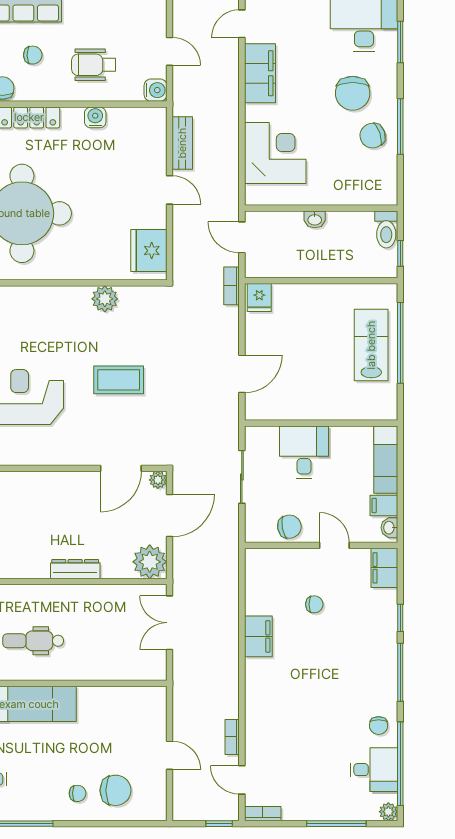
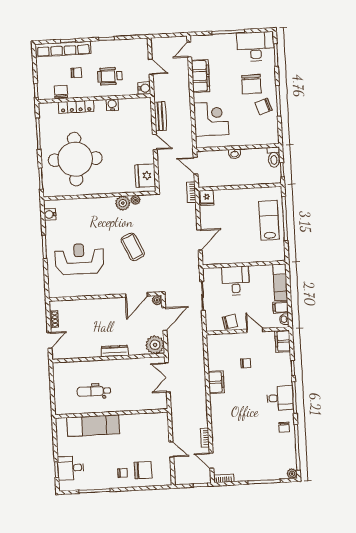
plant: (128, 294) -> (135, 200), added
coffee table: (119, 380) -> (133, 247), turned 65
desk: (374, 770) -> (280, 398), moved

